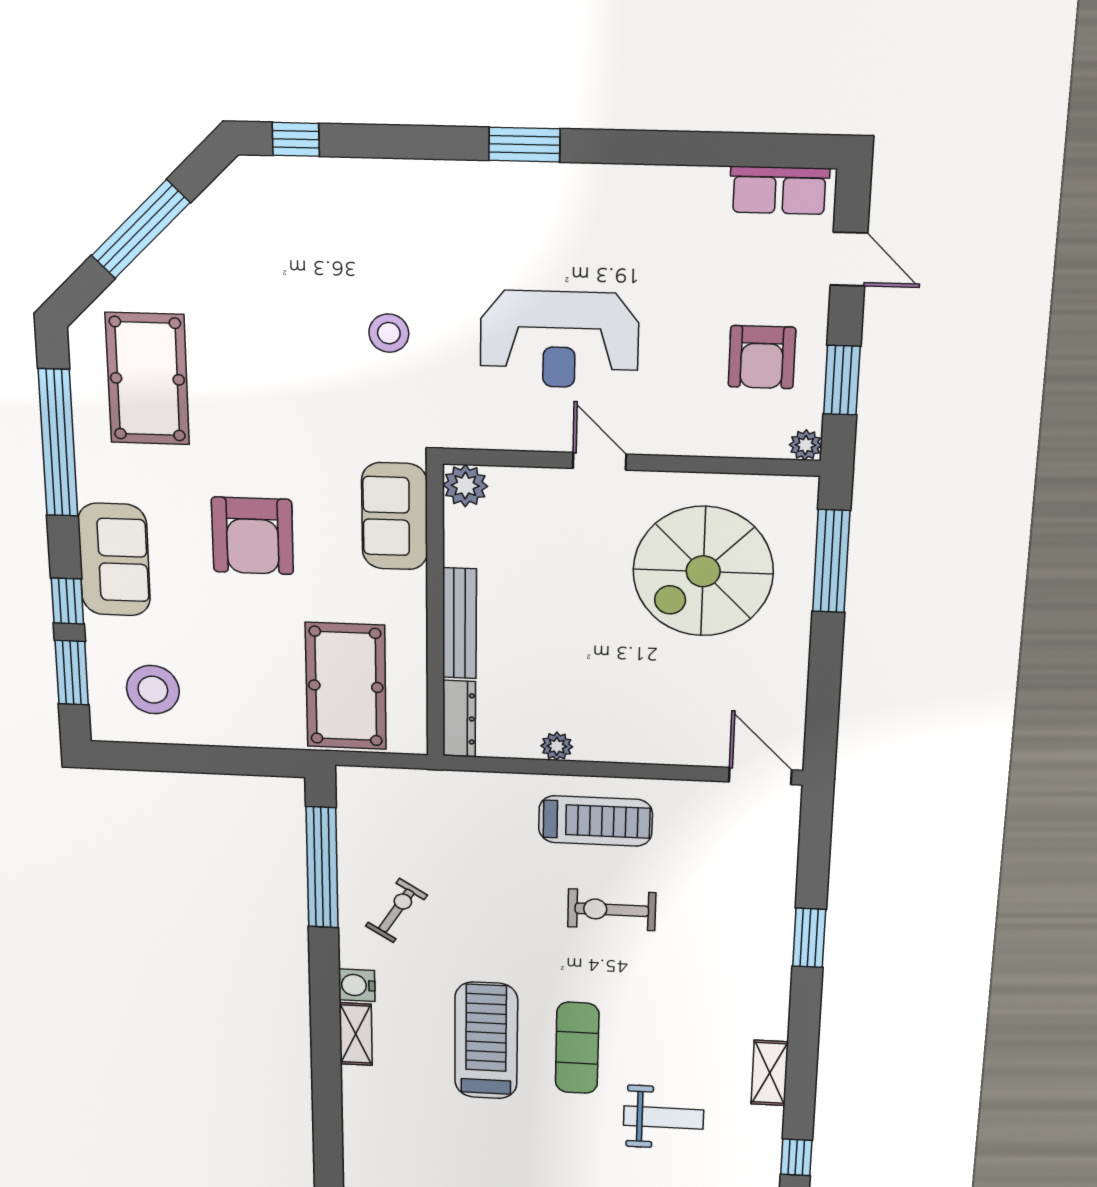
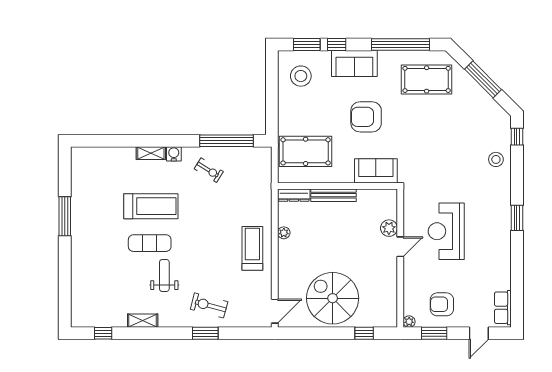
stool: (389, 333) -> (496, 159), moved
plant: (465, 486) -> (389, 228), moved
window: (831, 561) -> (364, 333), width x0.46
spiral stairs: (703, 571) -> (333, 298), moved
treadmill: (595, 821) -> (252, 248), turned 180
exercise bike: (612, 910) -> (209, 305), moved, turned -75
weight bench: (664, 1118) -> (164, 275), moved, turned 180

